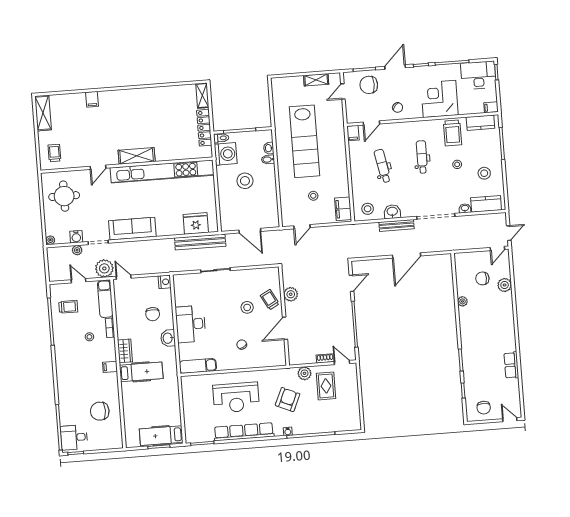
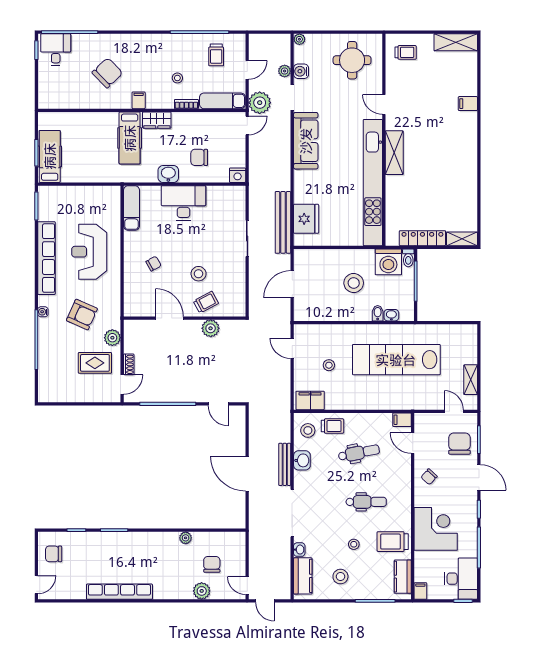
trolley: (362, 189) -> (332, 426), added
row of seats: (511, 365) -> (119, 592), width x2.02
chair: (100, 411) -> (107, 73), moved, turned 46

